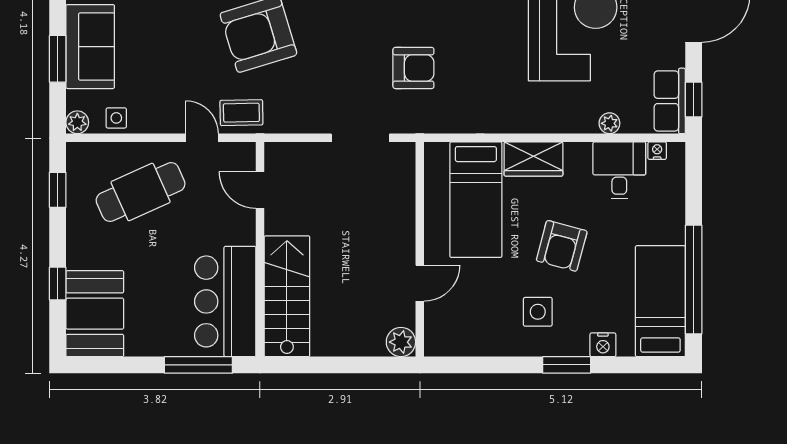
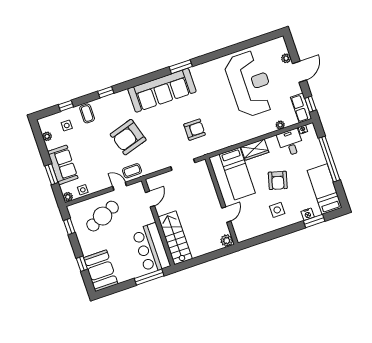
door: (260, 190) -> (150, 199), swing flipped
window: (694, 280) -> (329, 159), moved
window: (567, 365) -> (314, 221), moved

